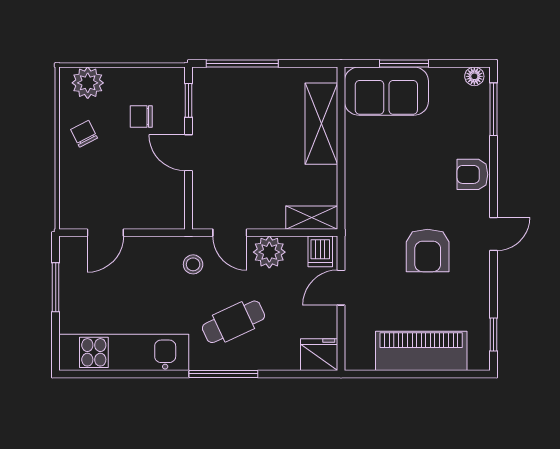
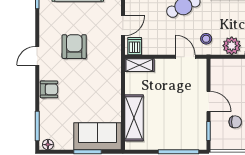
plant: (269, 252) -> (232, 46), moved

